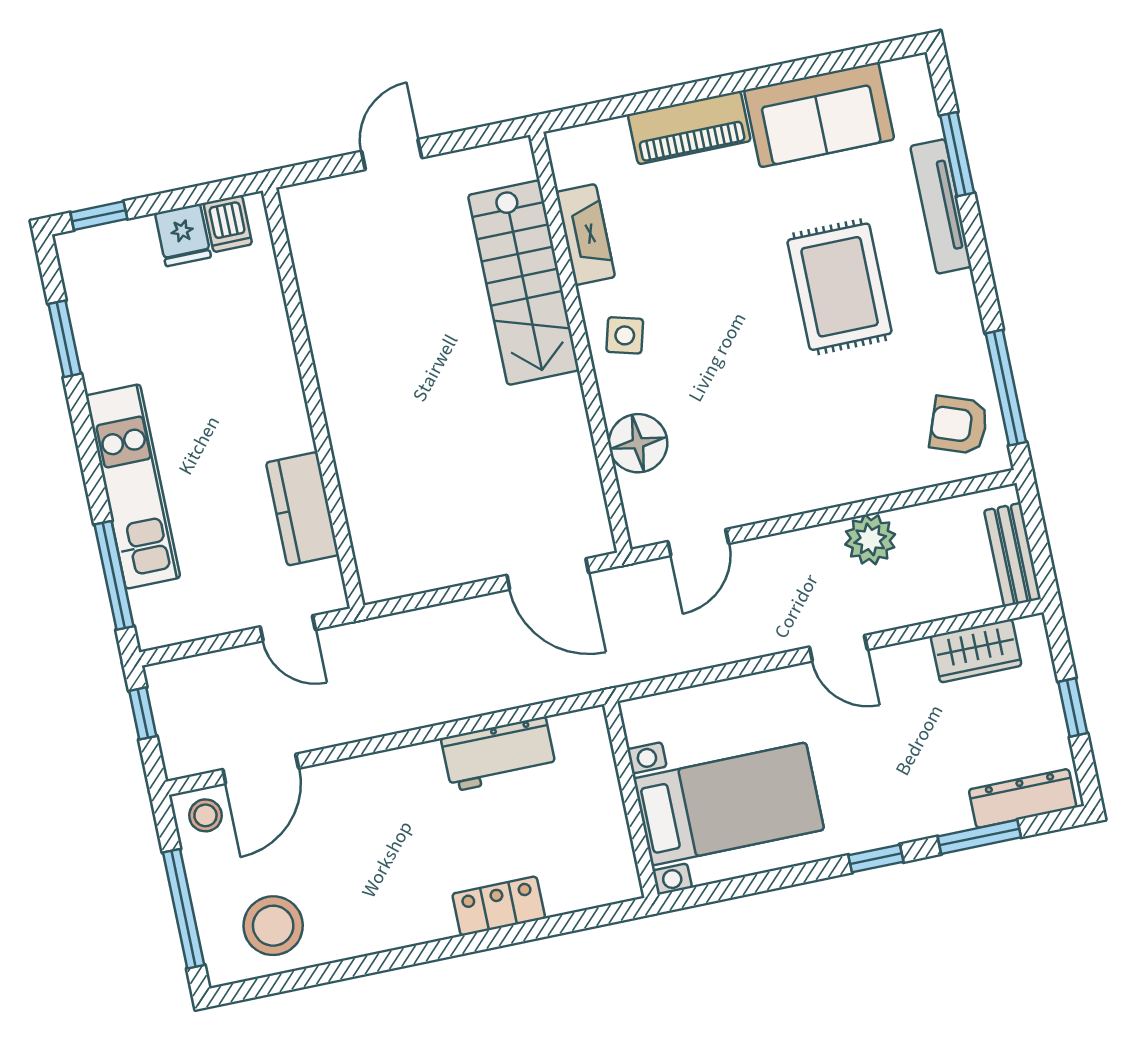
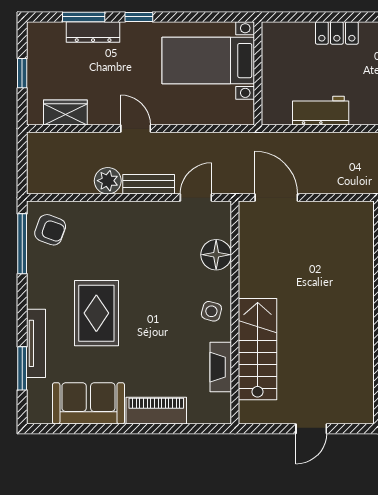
bench: (1013, 555) -> (149, 184), moved, turned 90
dresser: (1023, 798) -> (93, 32), moved

